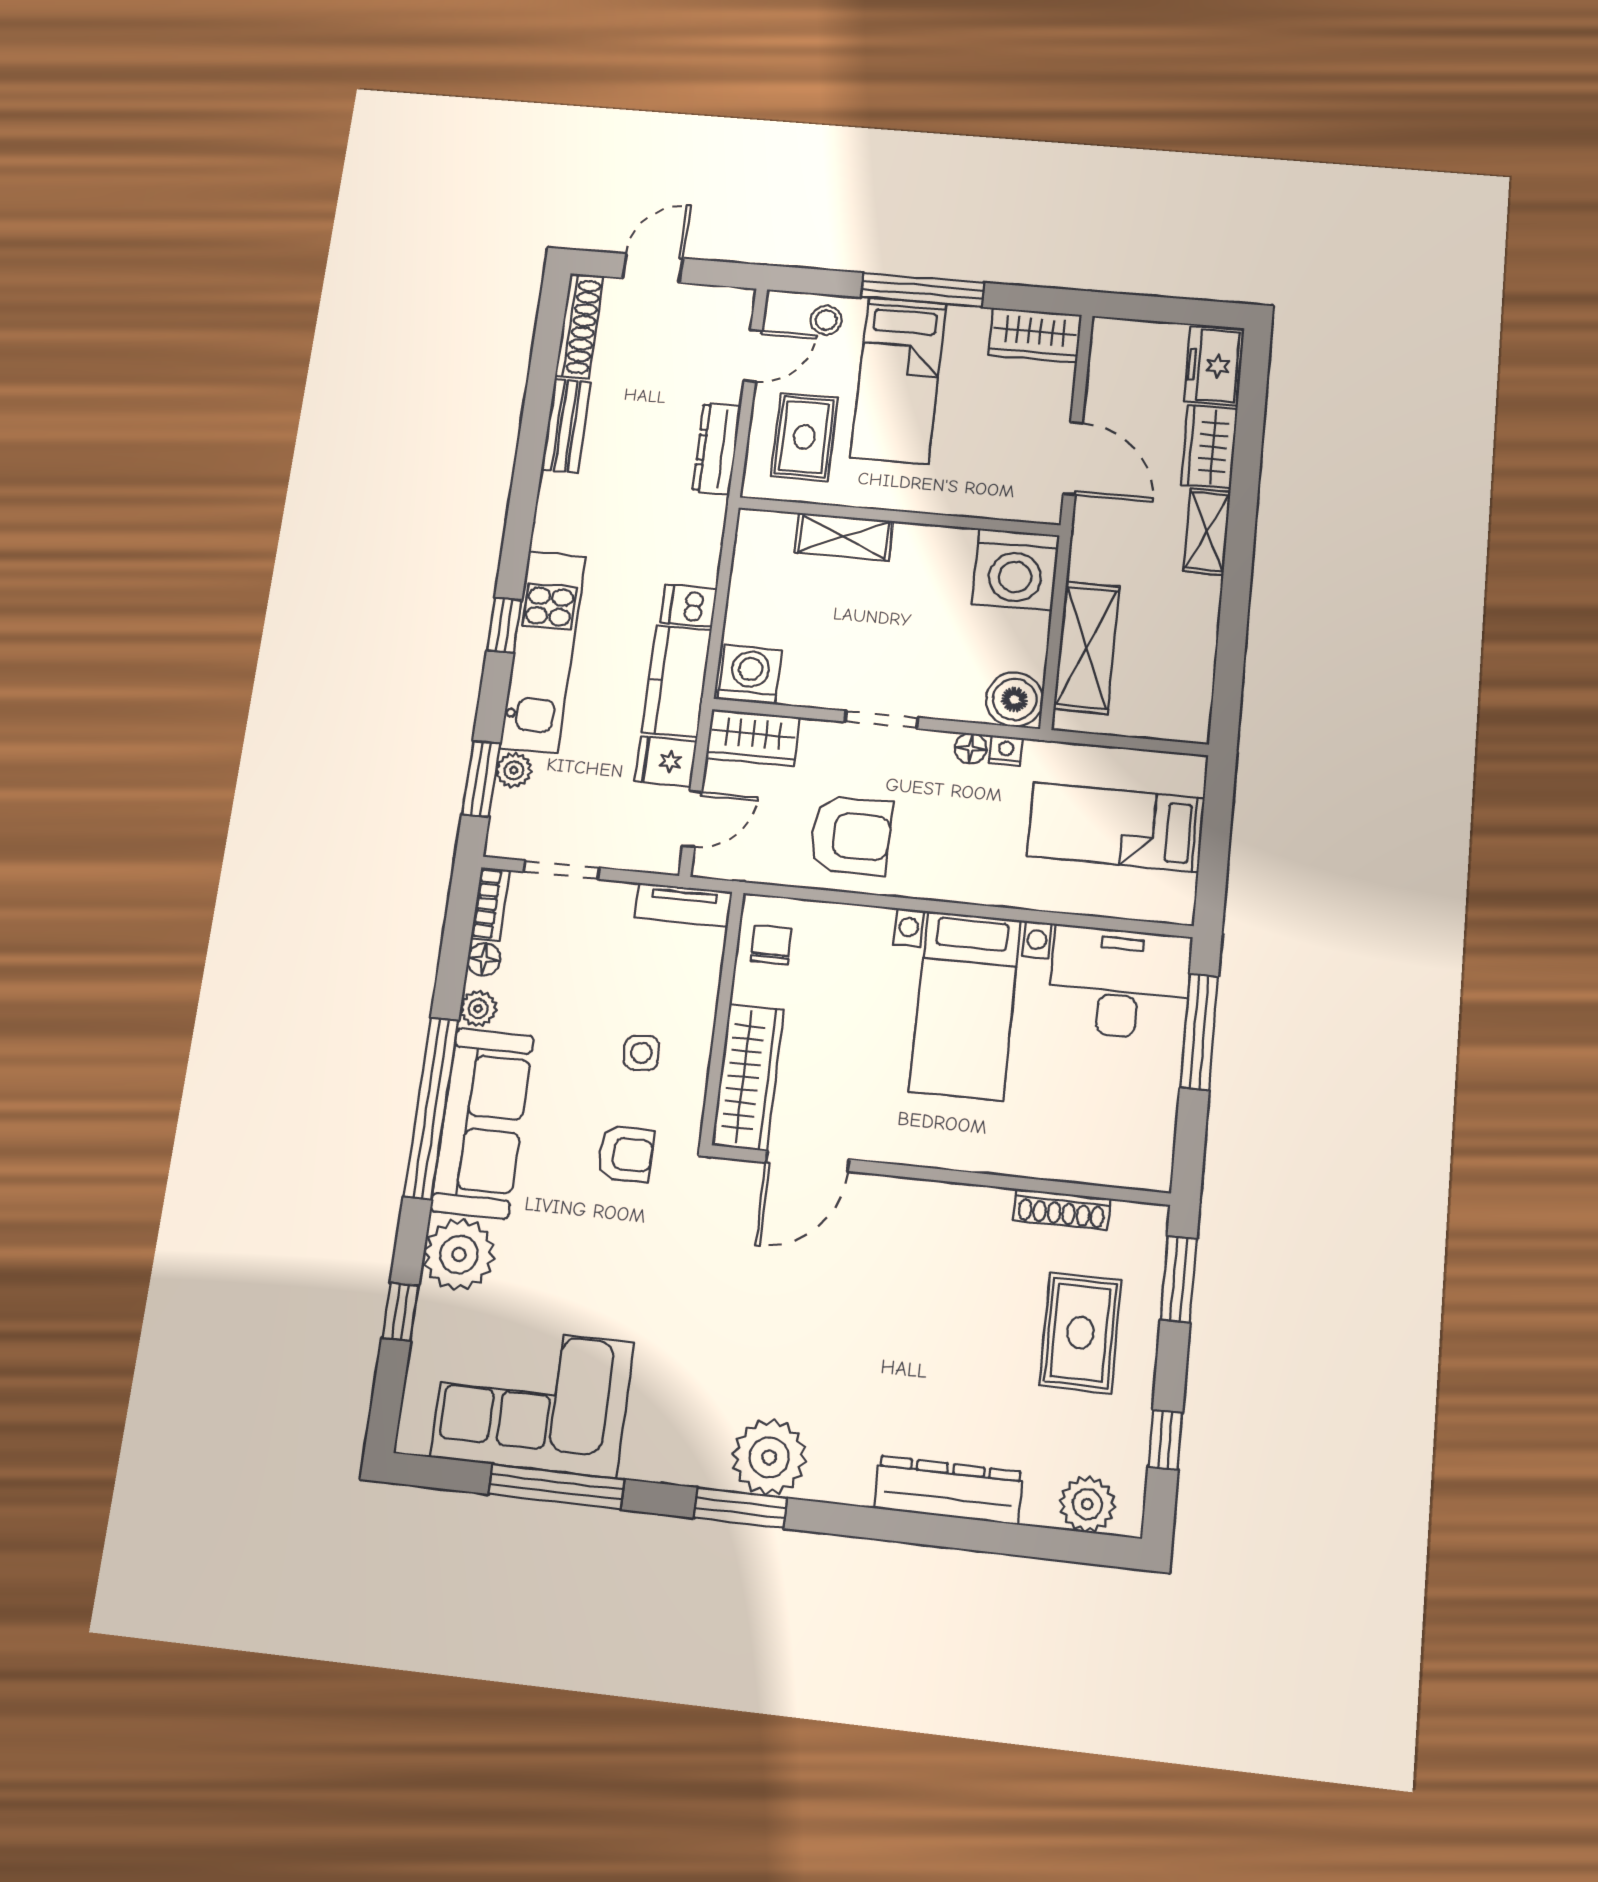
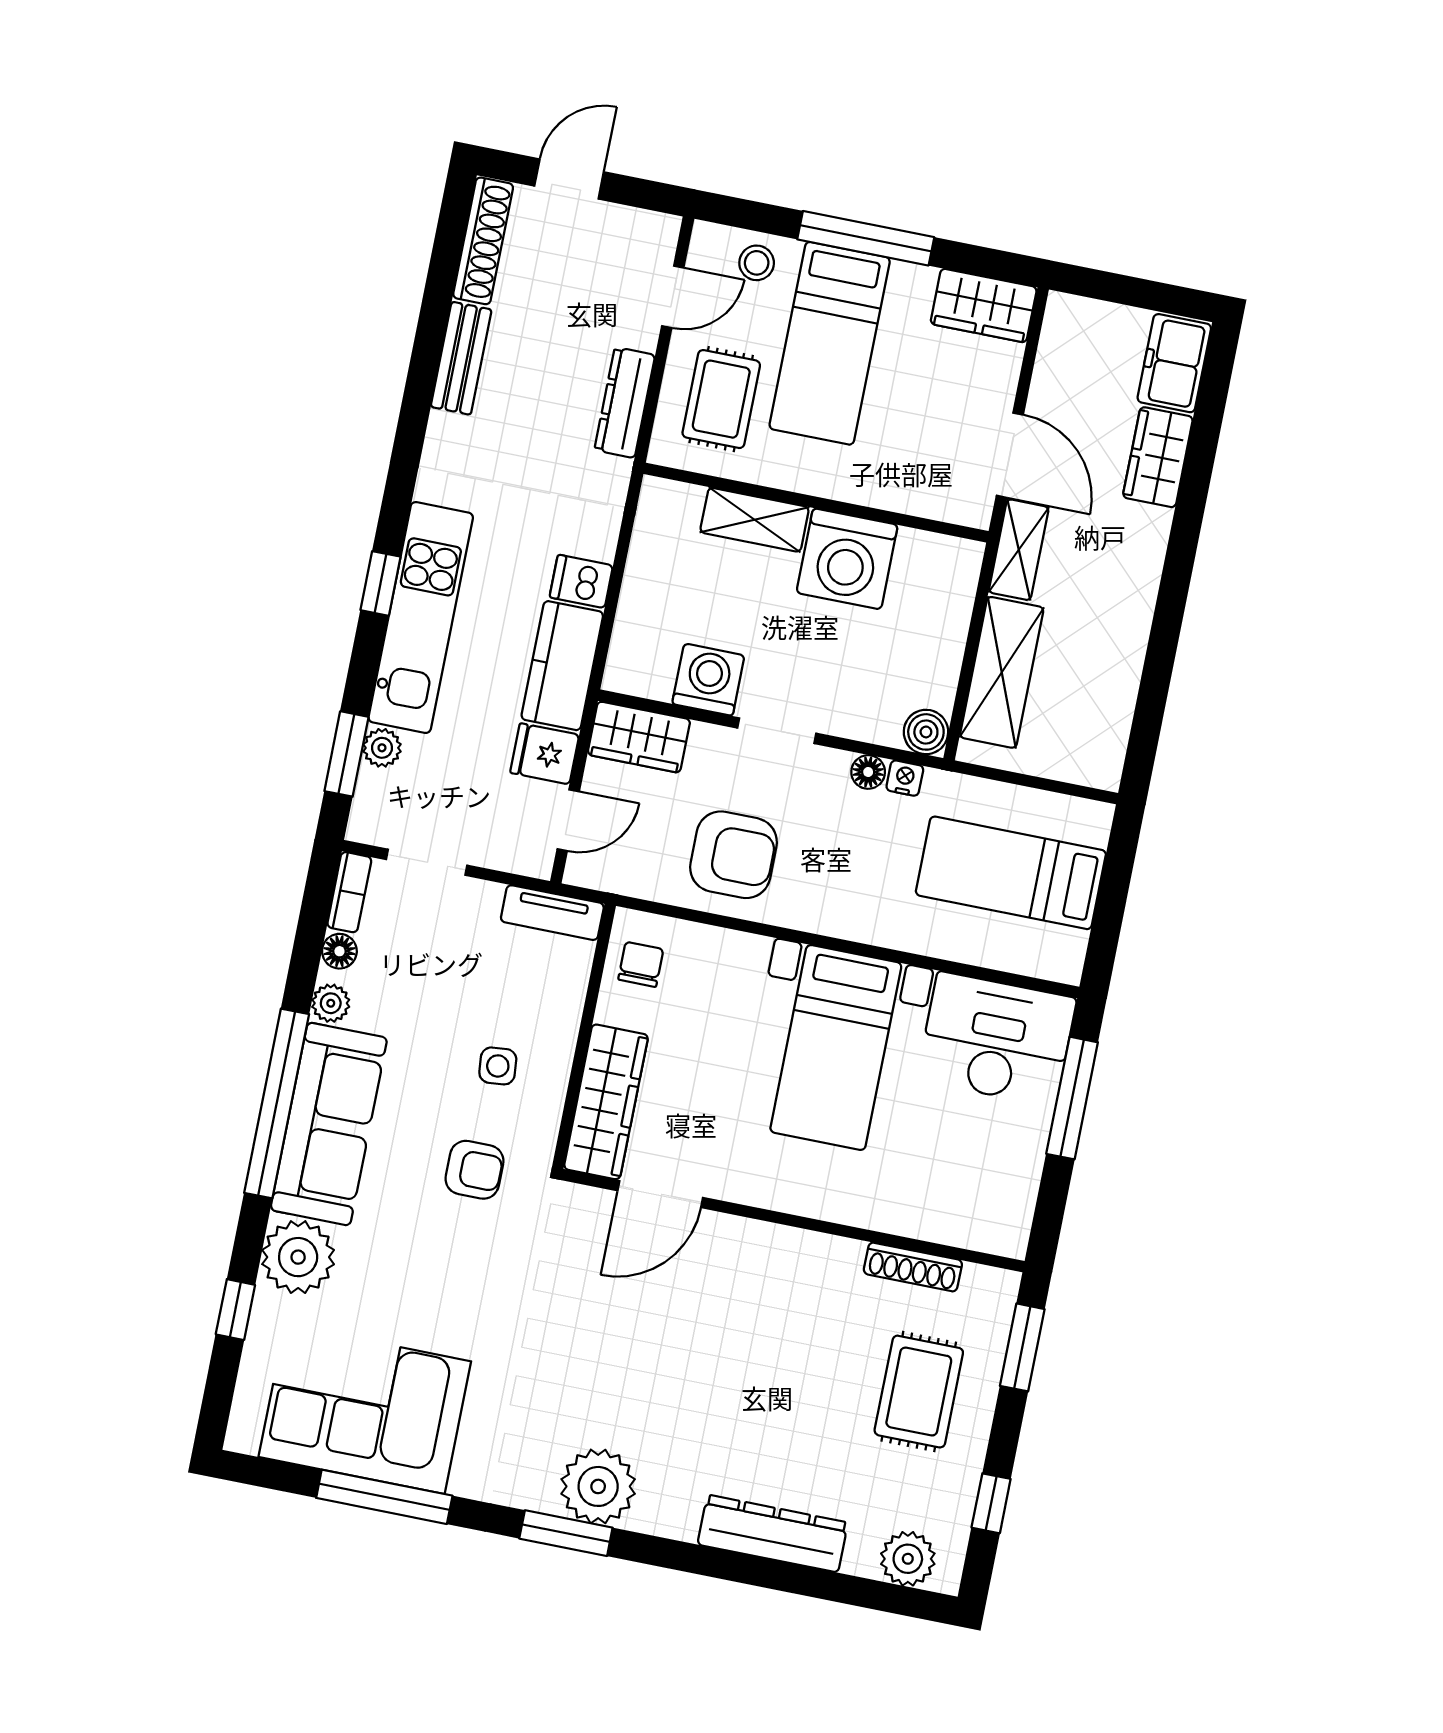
shelving: (1207, 531) -> (1019, 550), moved
washing machine: (1016, 570) -> (847, 559), moved
washing machine: (750, 675) -> (708, 680), moved
boiler: (1015, 699) -> (926, 732), width x0.73, depth x0.73

